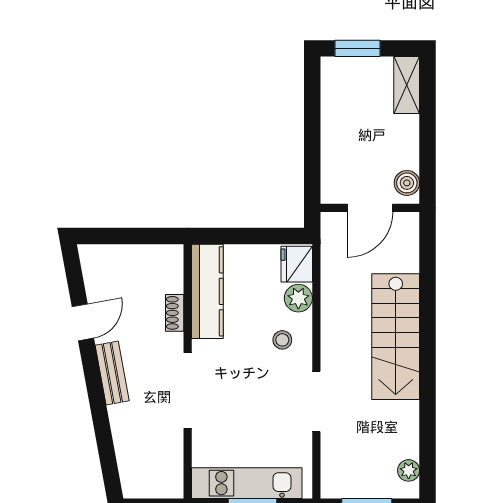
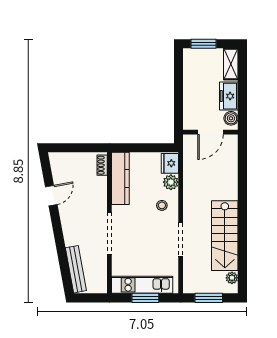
freezer: (403, 143) -> (229, 96), added
shoe rack: (175, 313) -> (102, 165), moved
stairs: (396, 337) -> (225, 236), moved
bench: (112, 373) -> (76, 269), moved, width x1.36

